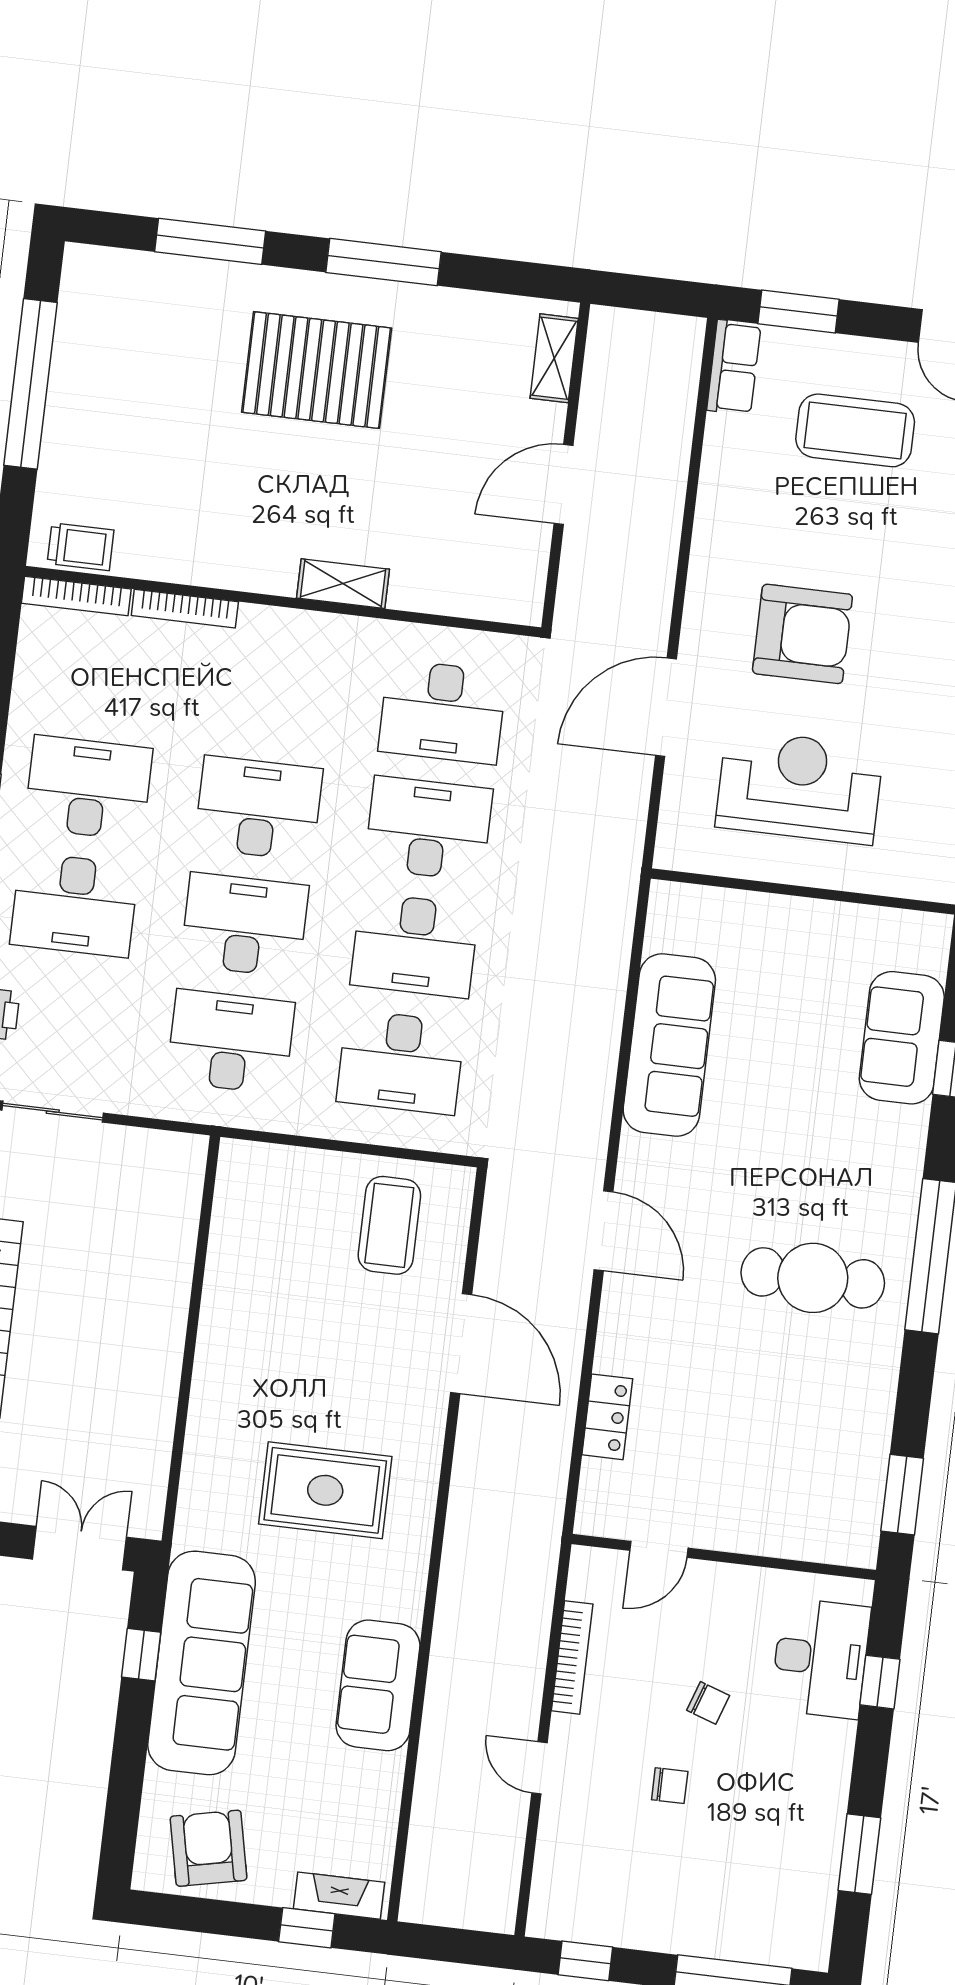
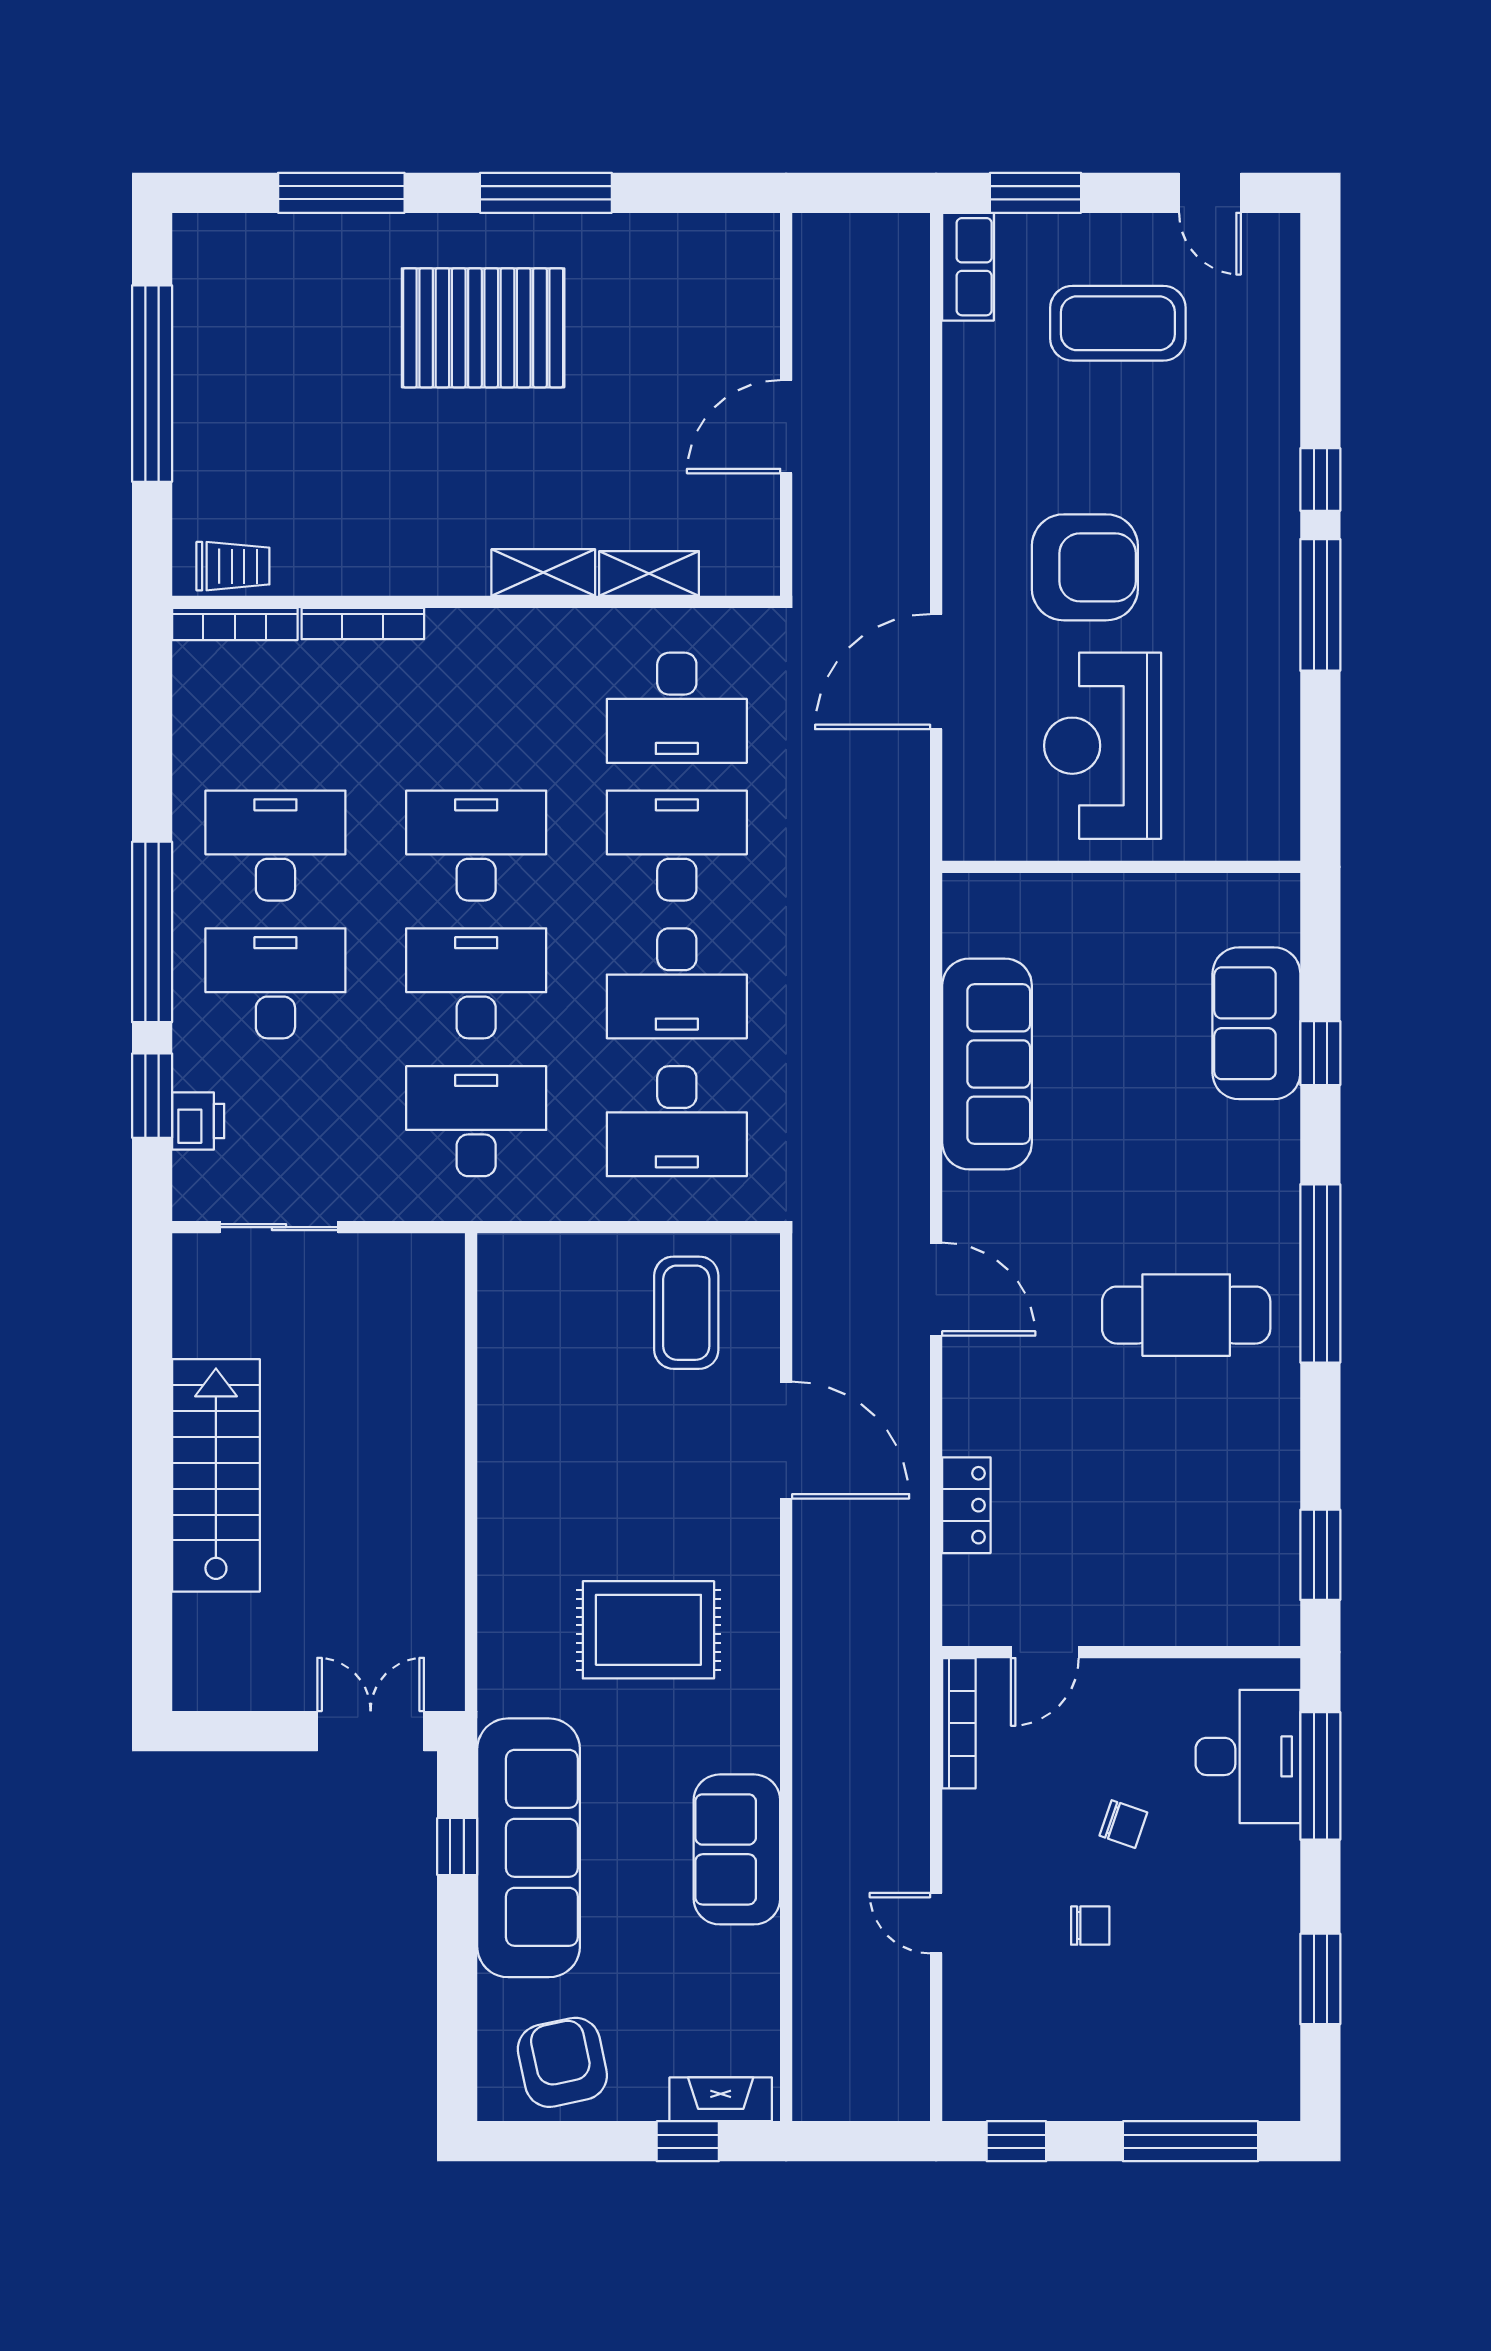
shelving: (554, 358) -> (649, 573), moved, turned 90
reception desk: (799, 787) -> (1103, 746), turned -90
desk: (74, 905) -> (275, 983), turned 180
bookcase: (572, 1657) -> (959, 1723), moved
window: (880, 1682) -> (1320, 1776), width x2.17

